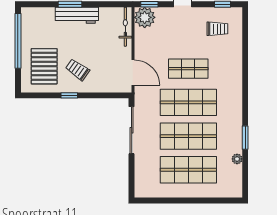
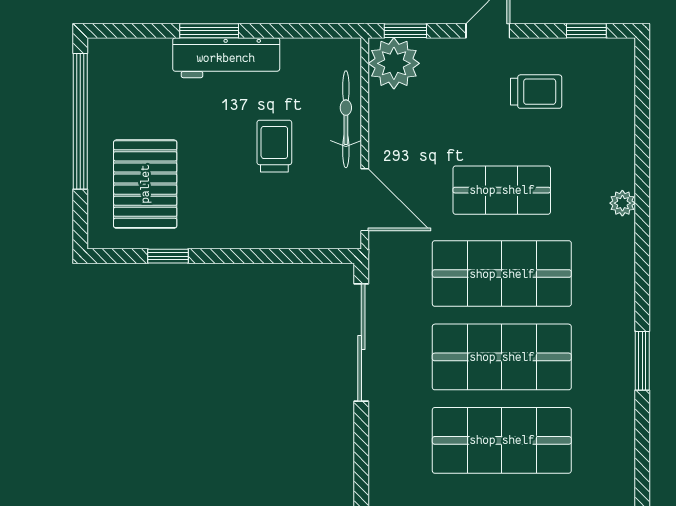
bicycle: (125, 27) -> (346, 119), moved
trolley: (217, 29) -> (536, 92), moved
trolley: (77, 70) -> (274, 146), moved, turned 55
window: (69, 95) -> (168, 256), moved
plant: (237, 159) -> (622, 203), moved

